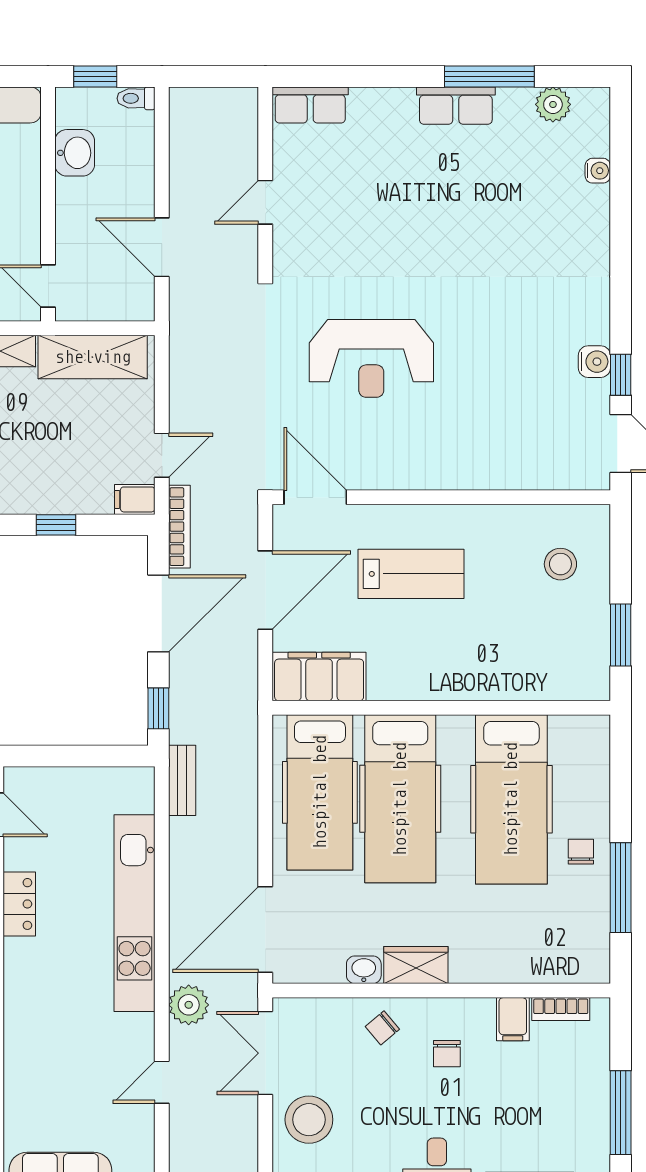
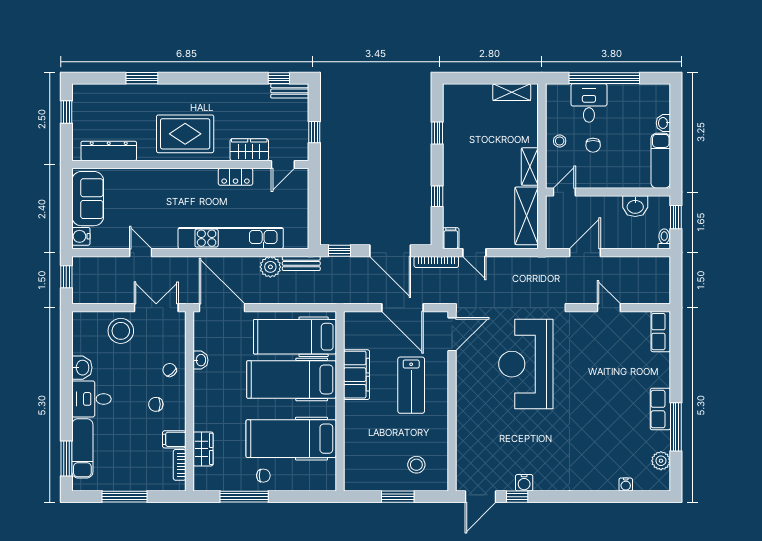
reception desk: (371, 358) -> (526, 364), width x1.36, depth x1.30
window: (621, 635) -> (398, 497), moved
filing cabinet: (319, 676) -> (357, 375), moved
wardrobe: (416, 965) -> (203, 449), moved
plant: (189, 1005) -> (270, 267), moved

